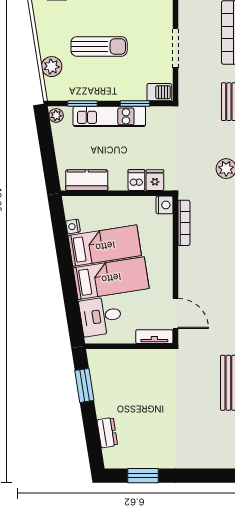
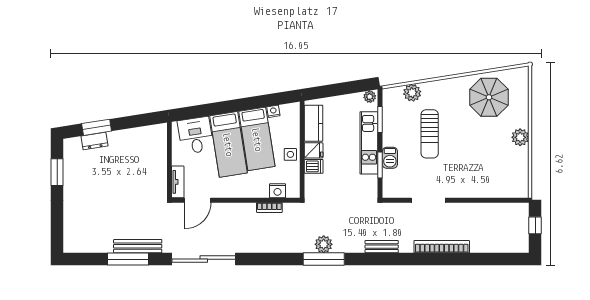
barbecue: (159, 92) -> (390, 158), moved
fridge: (155, 180) -> (314, 150), moved
nightstand: (165, 205) -> (278, 191), moved
side table: (123, 207) -> (290, 154), added
bookcase: (184, 223) -> (269, 208), width x0.64
window: (84, 385) -> (97, 127), moved

